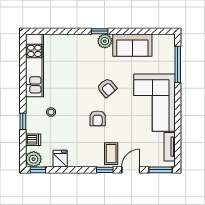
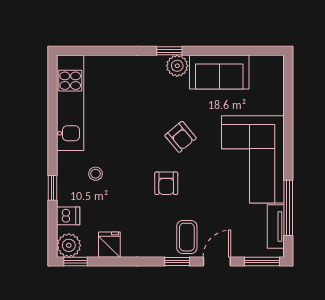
window: (178, 64) -> (288, 208), moved

